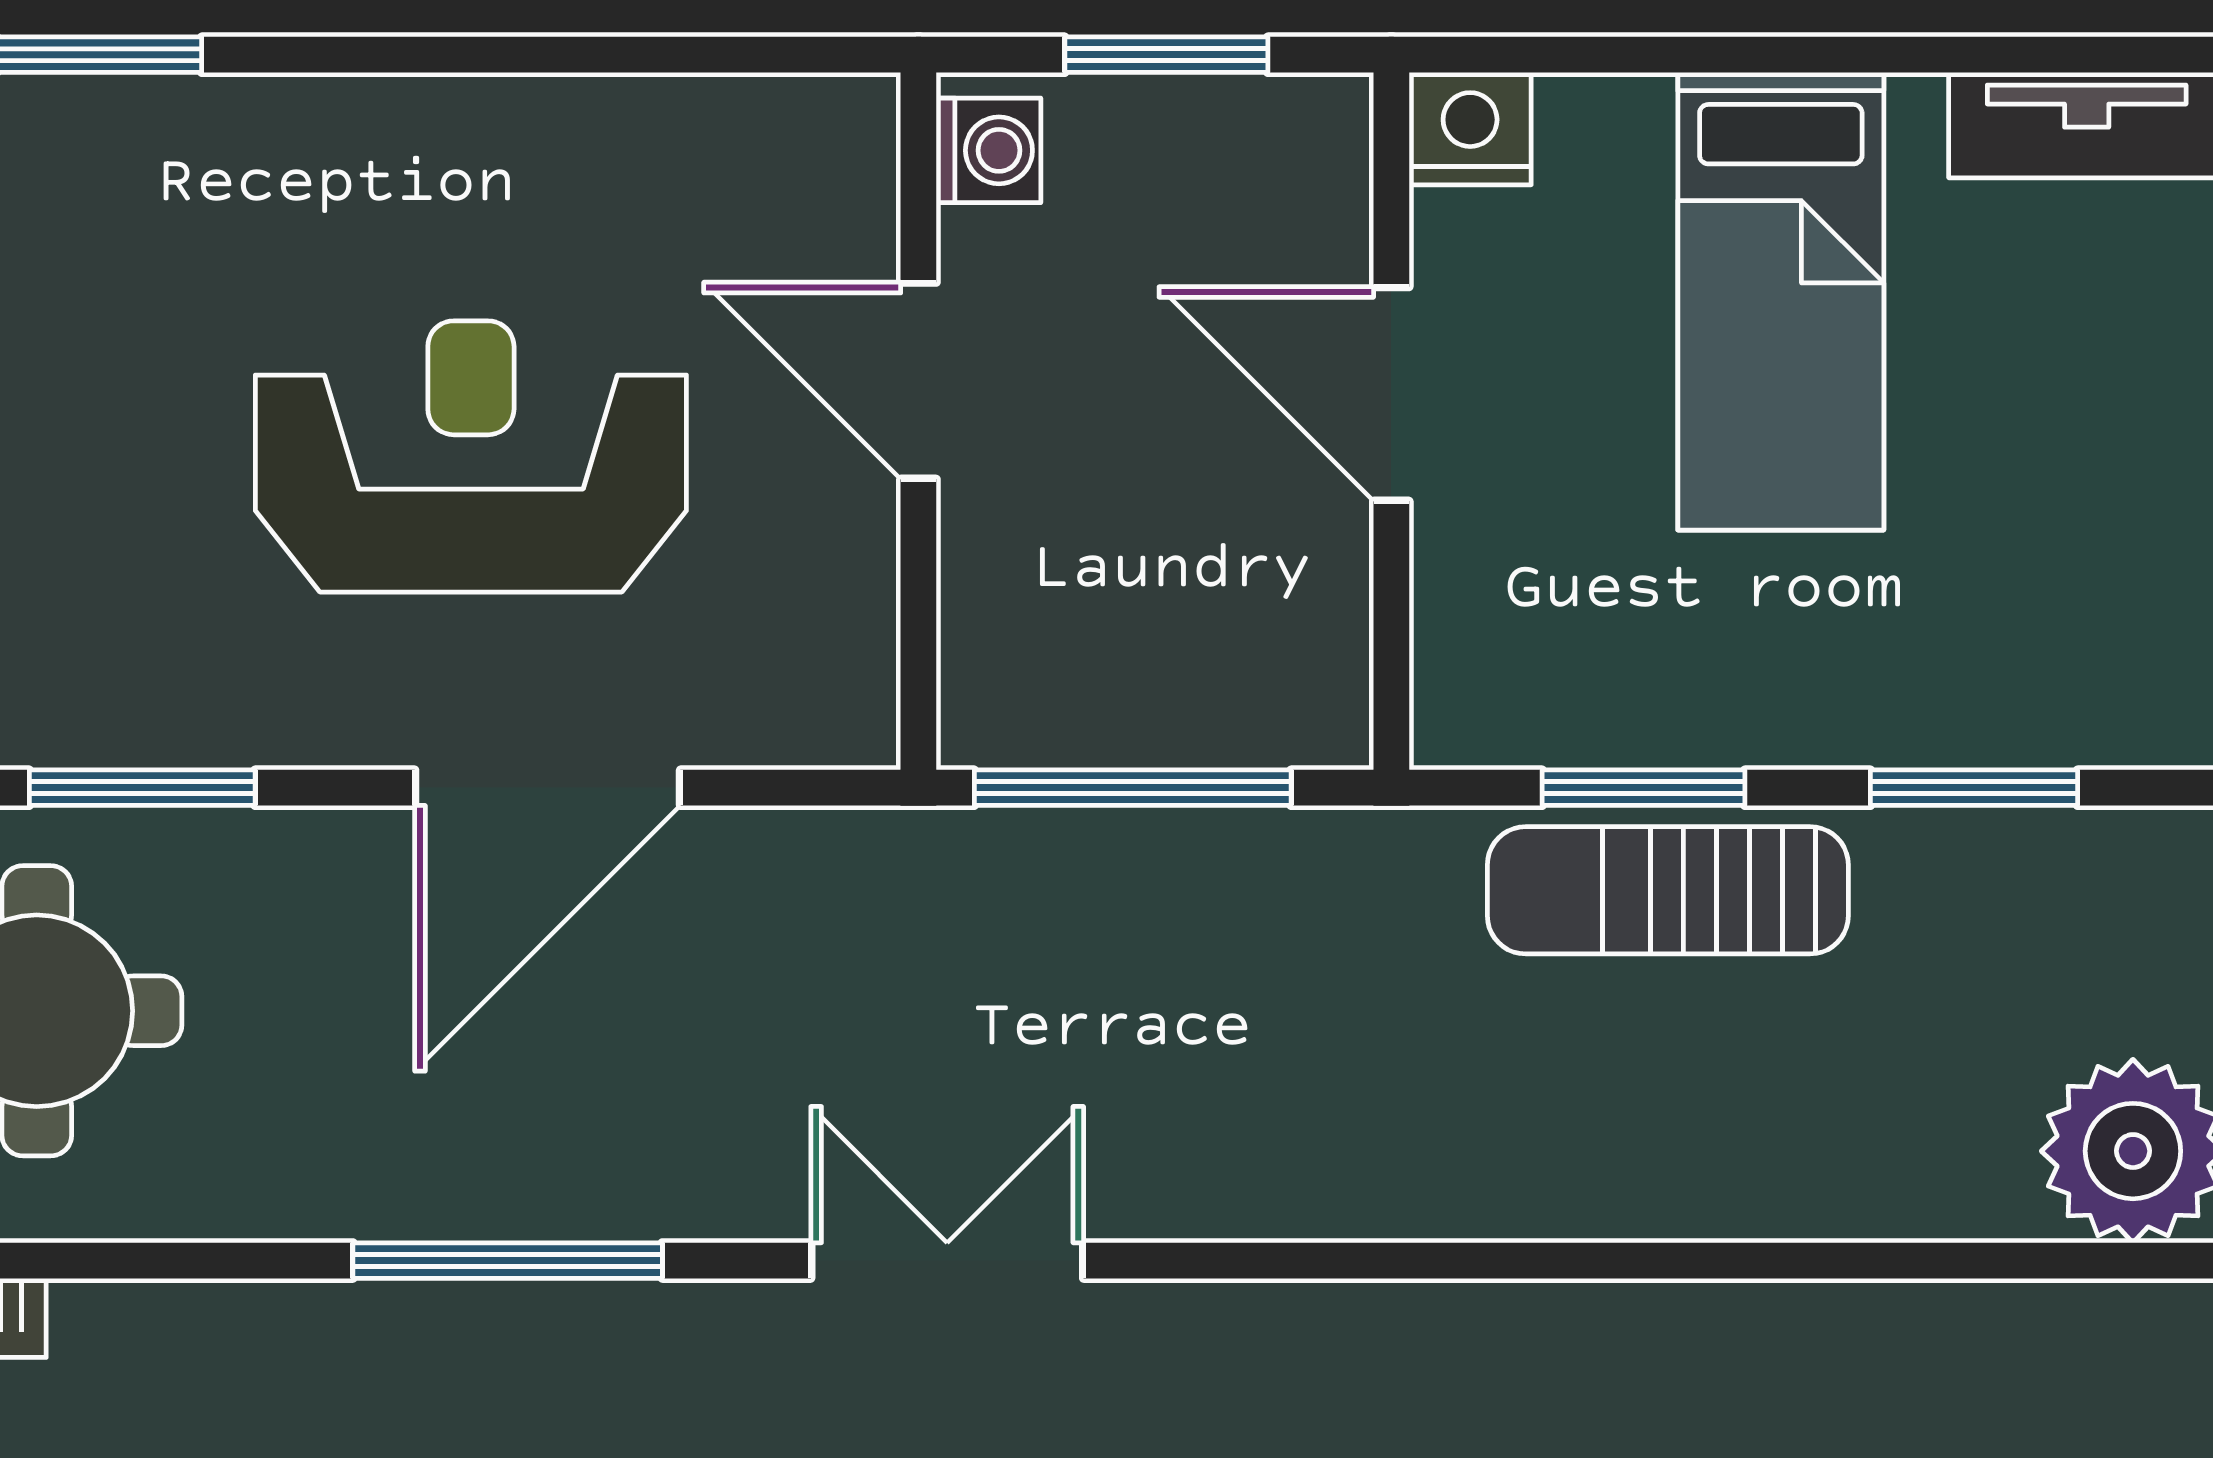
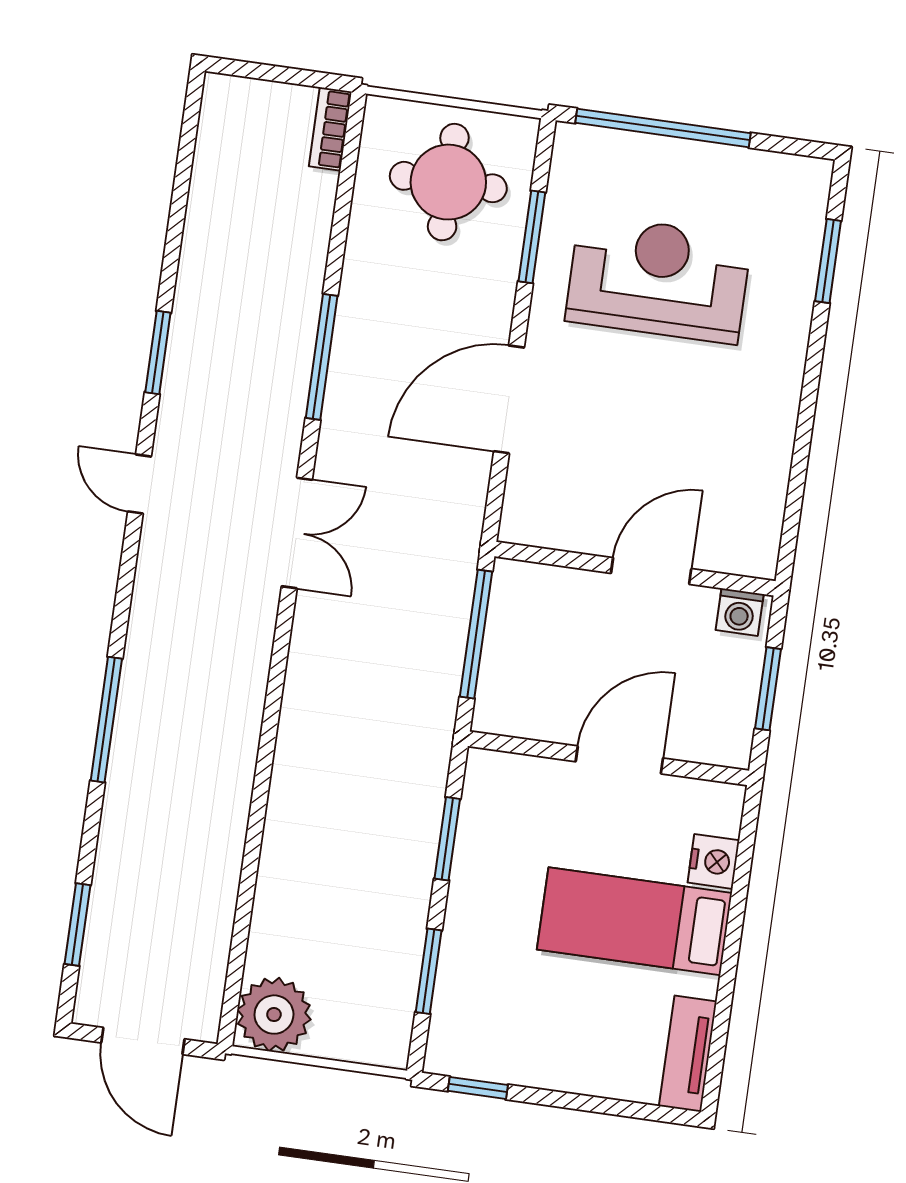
nightstand: (1470, 129) -> (713, 861), moved
reception desk: (471, 456) -> (658, 279), moved, turned -90
door: (548, 788) -> (509, 399), hinge flipped
sun lounger: (1668, 890) -> (405, 843), removed

